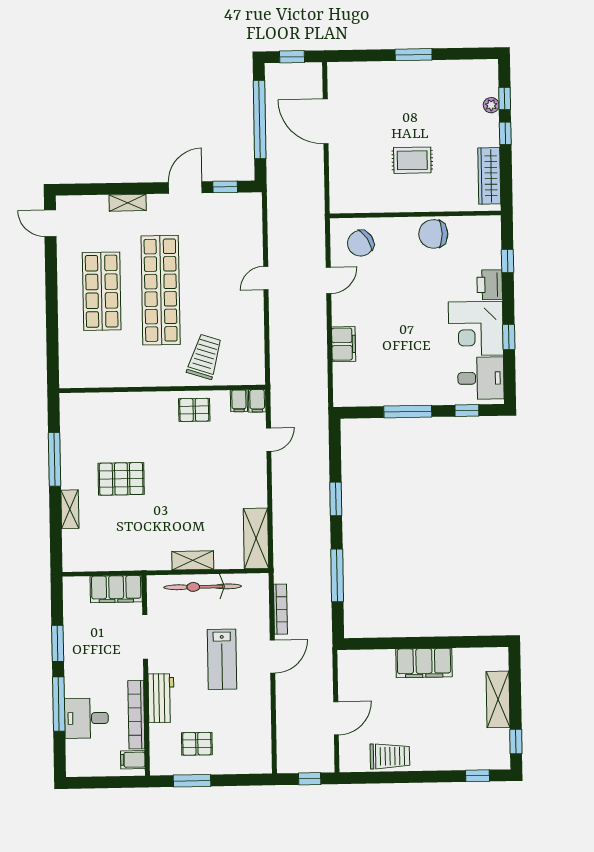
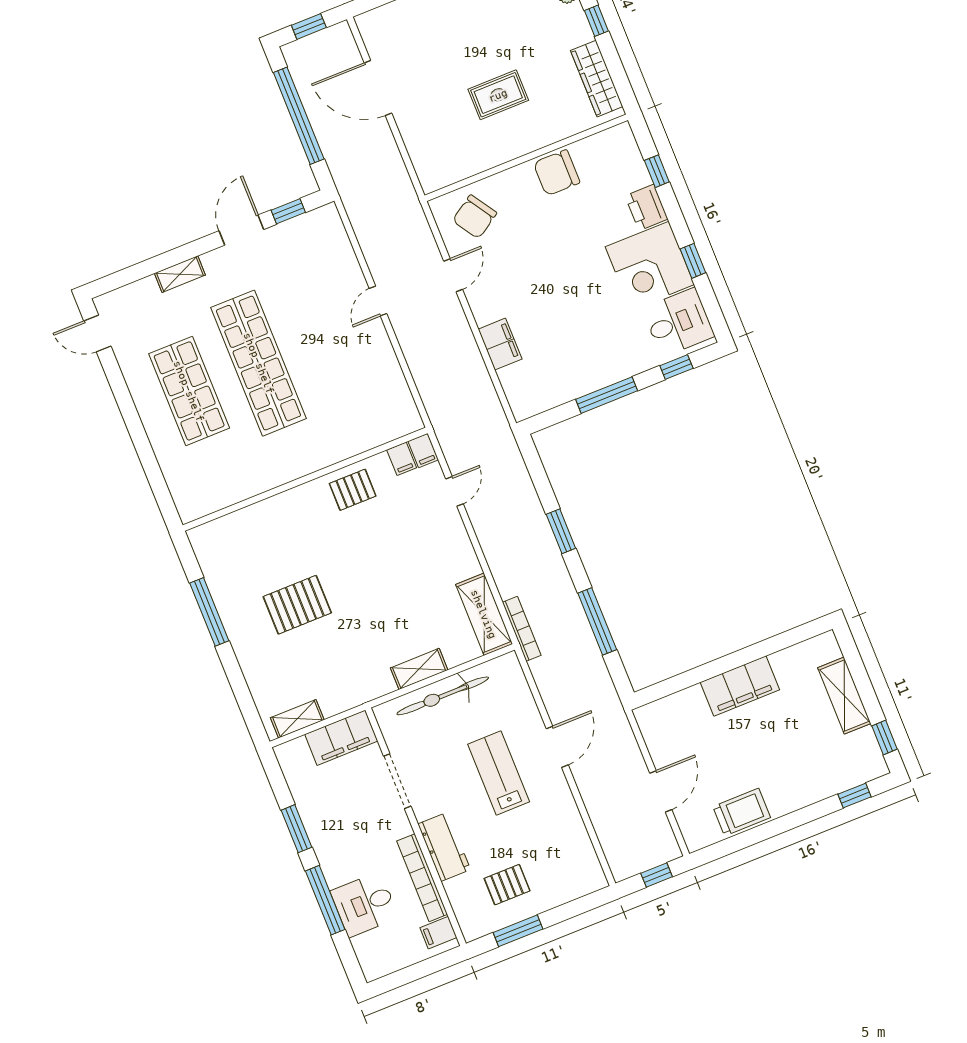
trolley: (205, 357) -> (341, 422), removed
shelving: (70, 509) -> (297, 719), moved, turned 90
bookcase: (280, 609) -> (522, 629), moved
lab bench: (222, 659) -> (499, 773), turned 180

